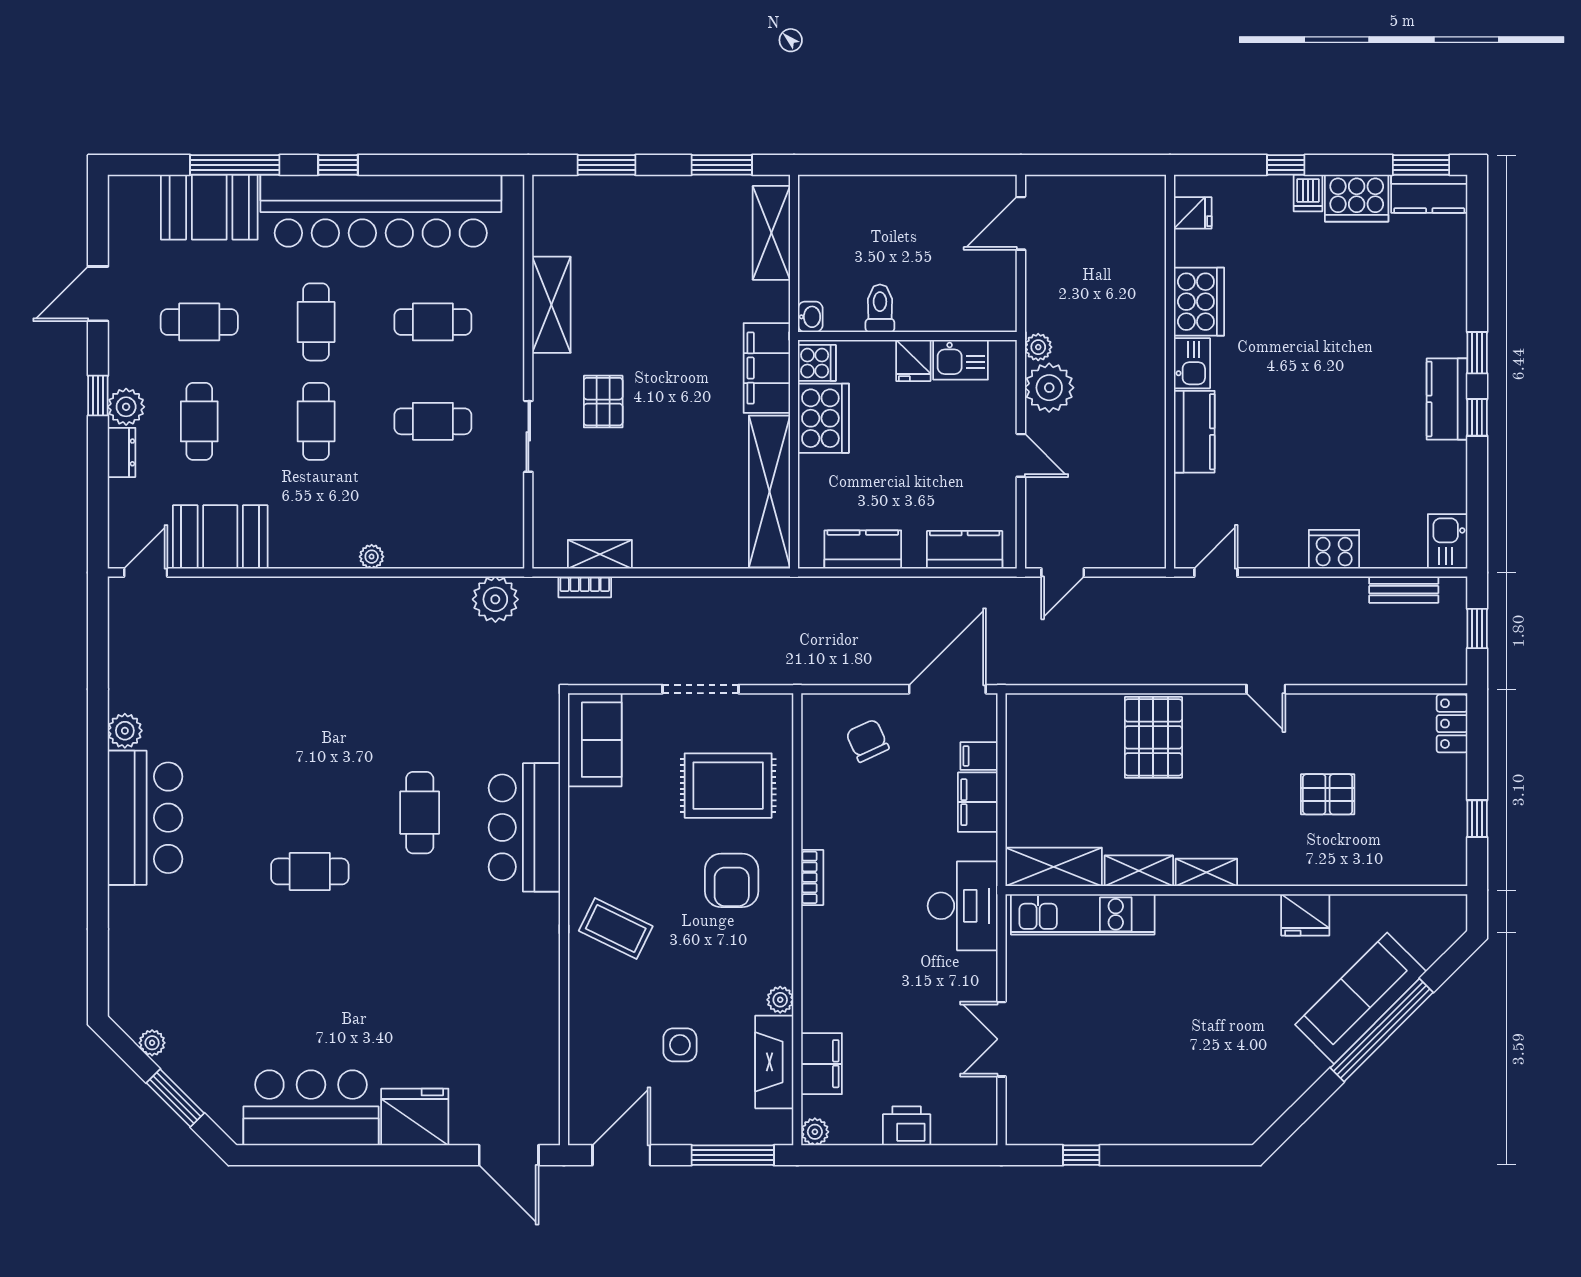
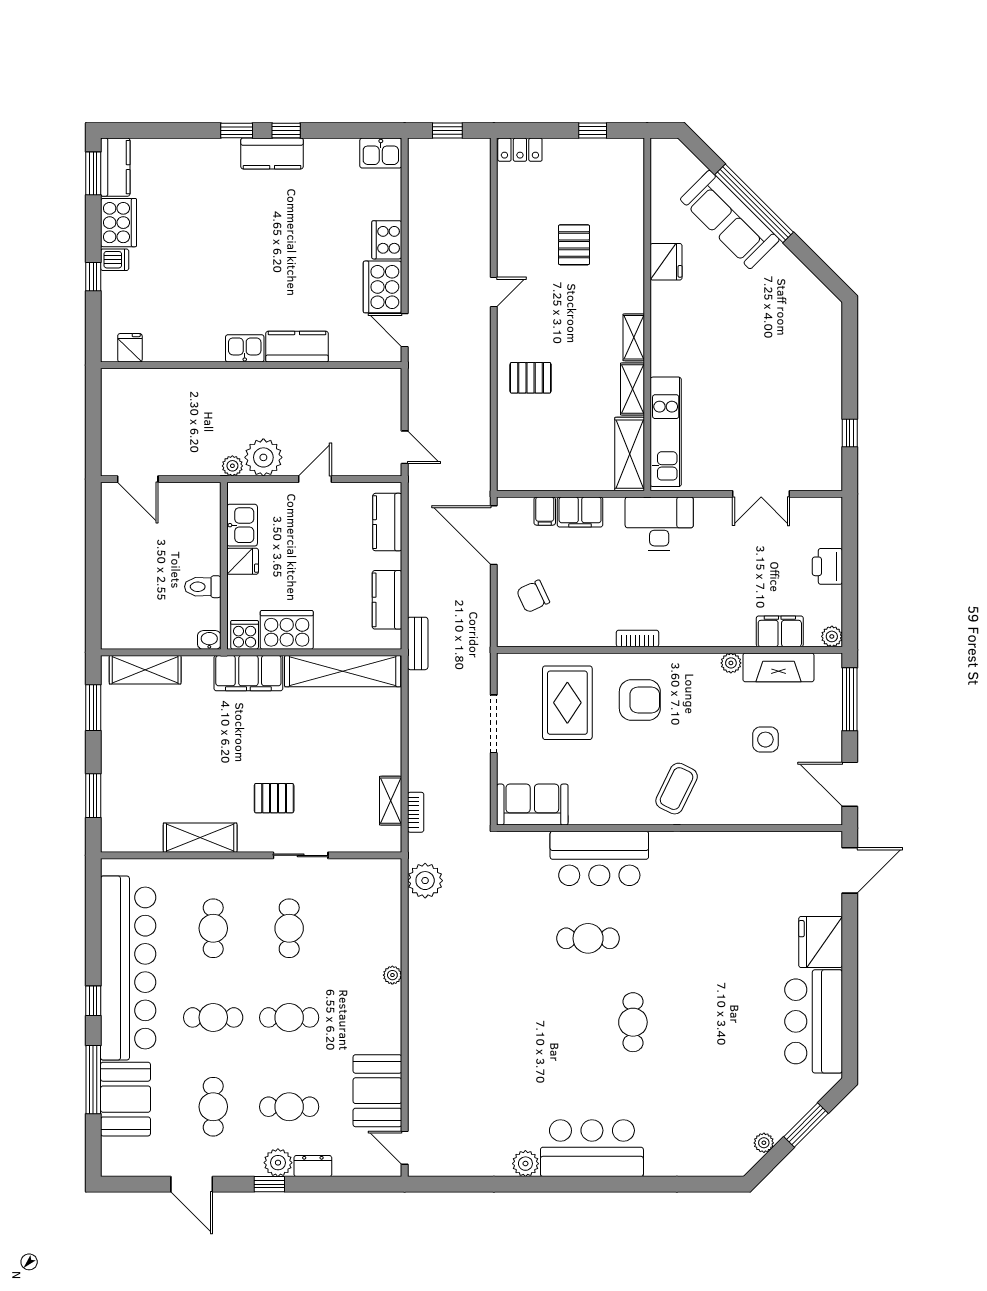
cooker: (1199, 302) -> (383, 287), moved, turned -90
bench: (1404, 590) -> (418, 643), moved
pallet: (1153, 737) -> (531, 378), width x0.67, depth x0.71

